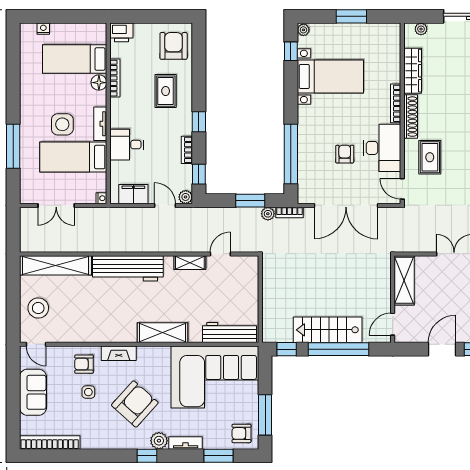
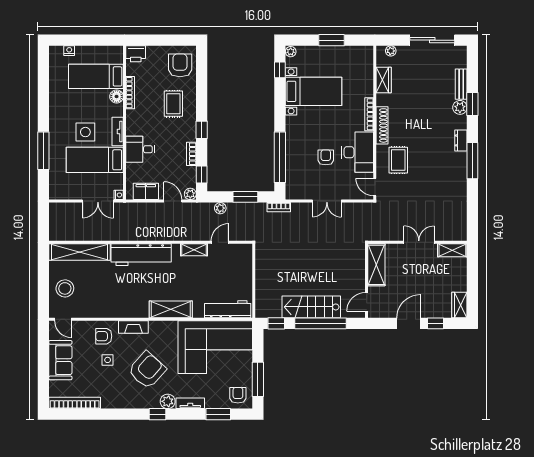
wardrobe: (413, 71) -> (384, 80), width x0.67
double door: (56, 205) -> (98, 201), moved
double door: (346, 205) -> (327, 201), width x0.54
plant: (268, 214) -> (220, 208), moved
armchair: (241, 433) -> (238, 395), turned 90

